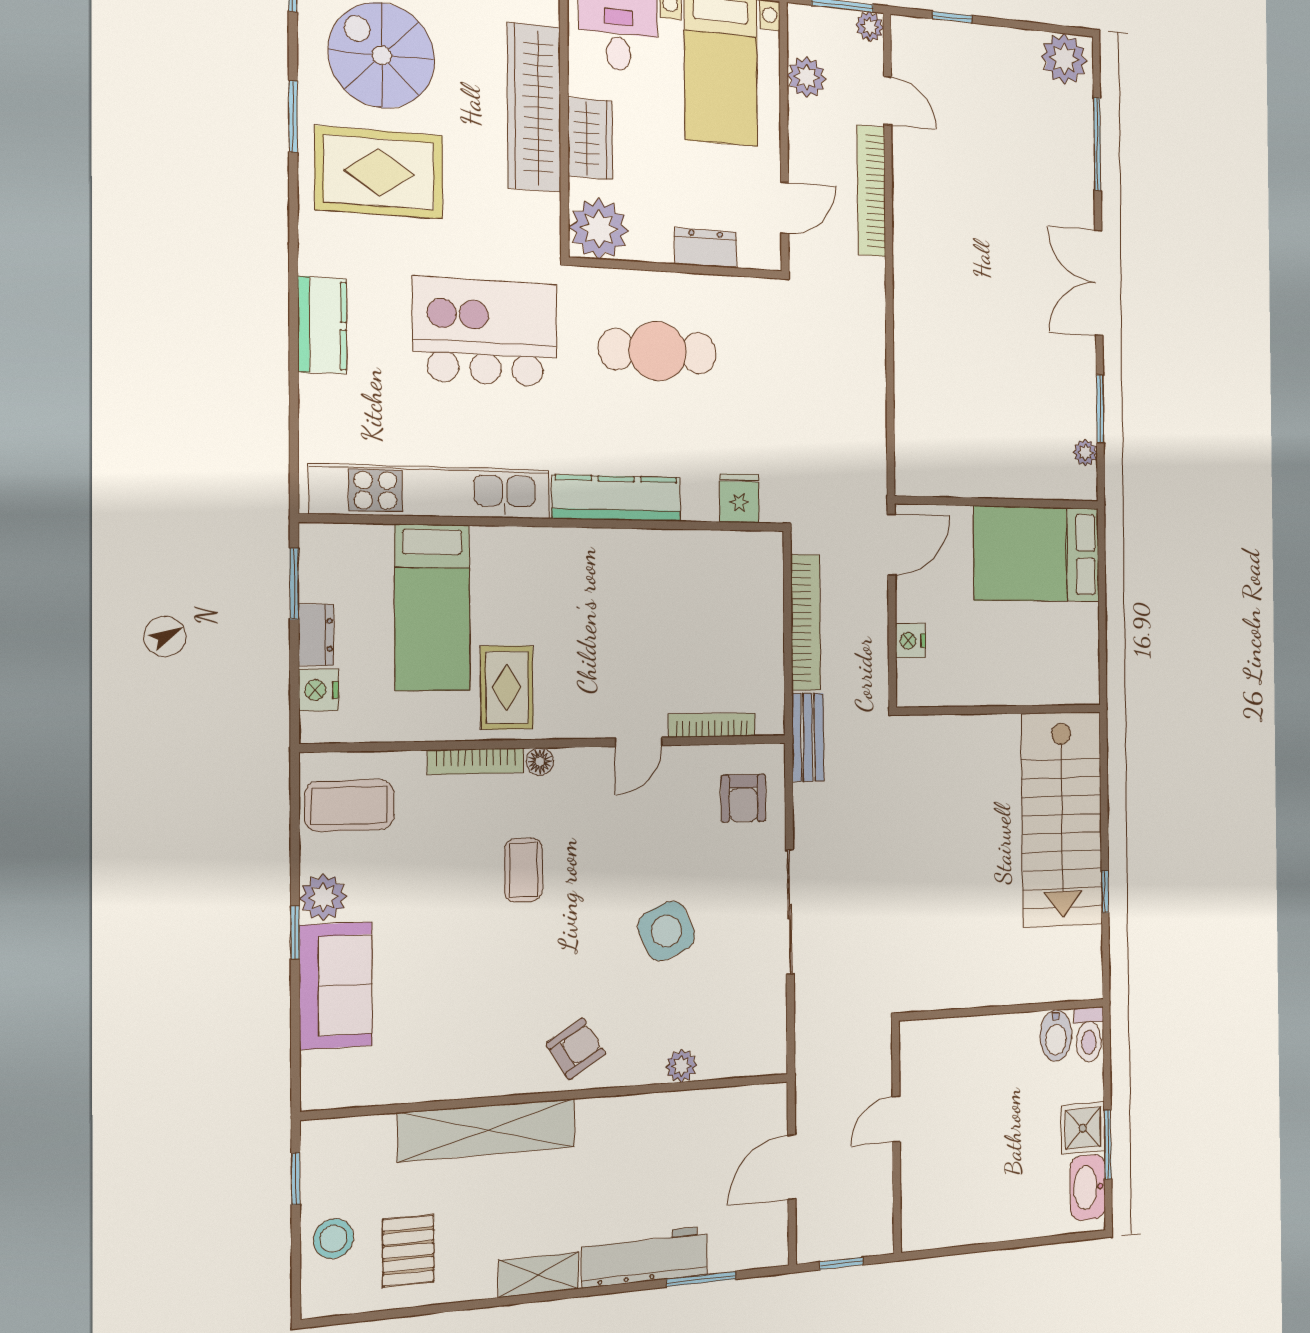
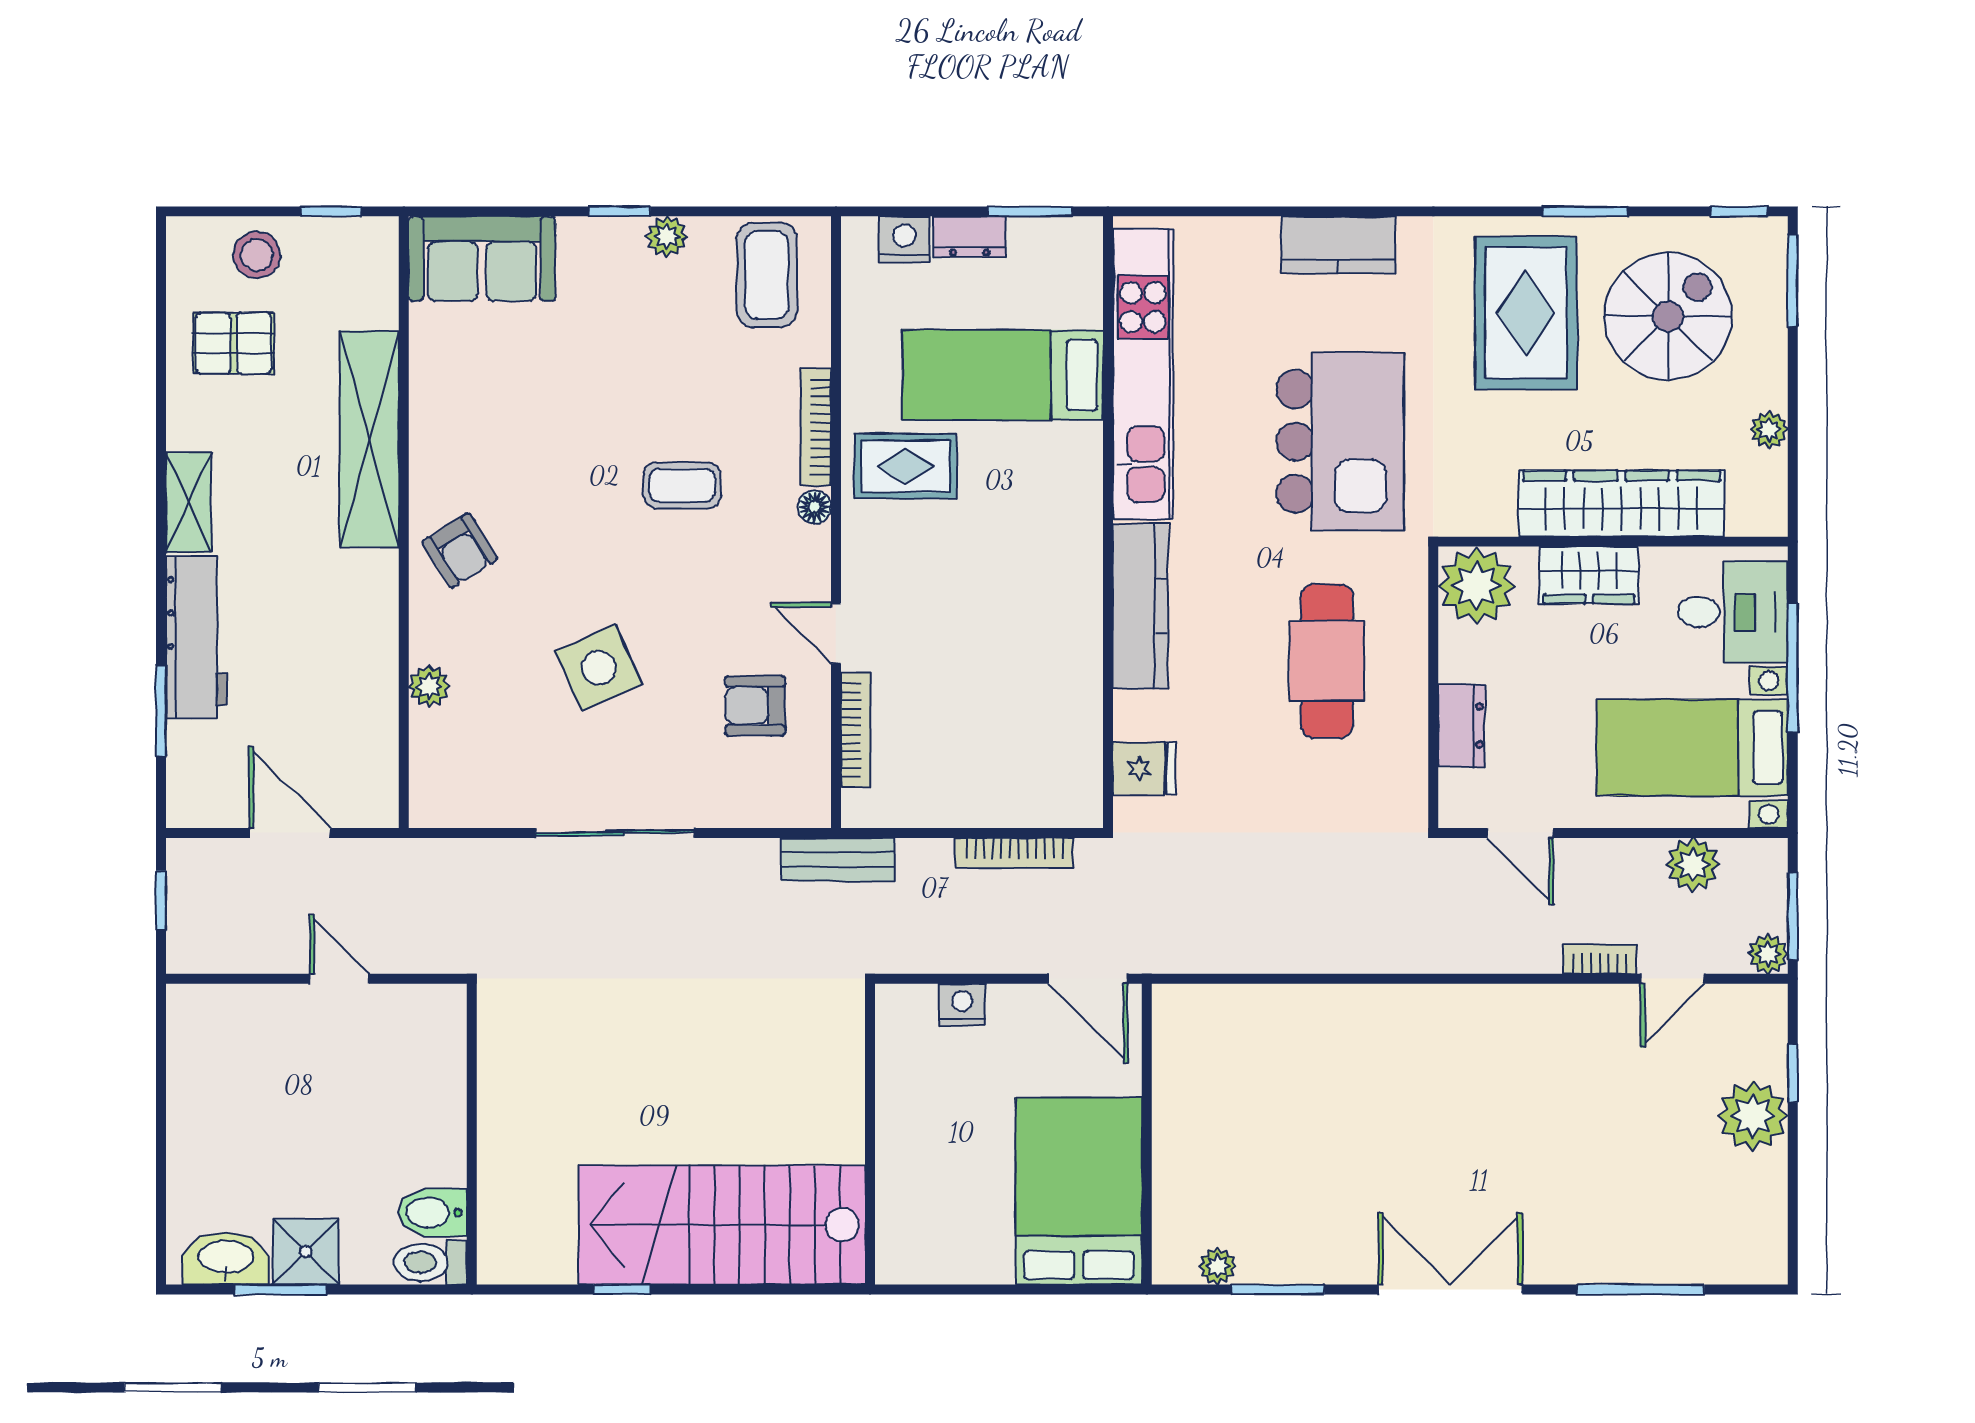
plant: (1064, 59) -> (1753, 1116), moved
bookcase: (871, 191) -> (1600, 959), width x0.43, depth x0.76
bookcase: (806, 622) -> (1014, 853), width x0.68, depth x0.76
armchair: (743, 798) -> (755, 706), moved
plant: (323, 897) -> (667, 236), width x0.73, depth x0.73
sofa: (336, 986) -> (482, 259), moved

